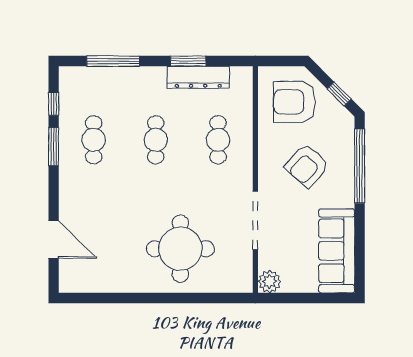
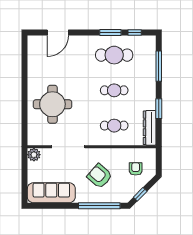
dresser: (198, 77) -> (150, 128), moved
armchair: (295, 102) -> (136, 169), width x0.53, depth x0.53
cafe table: (94, 140) -> (114, 55), width x1.37, depth x1.35

